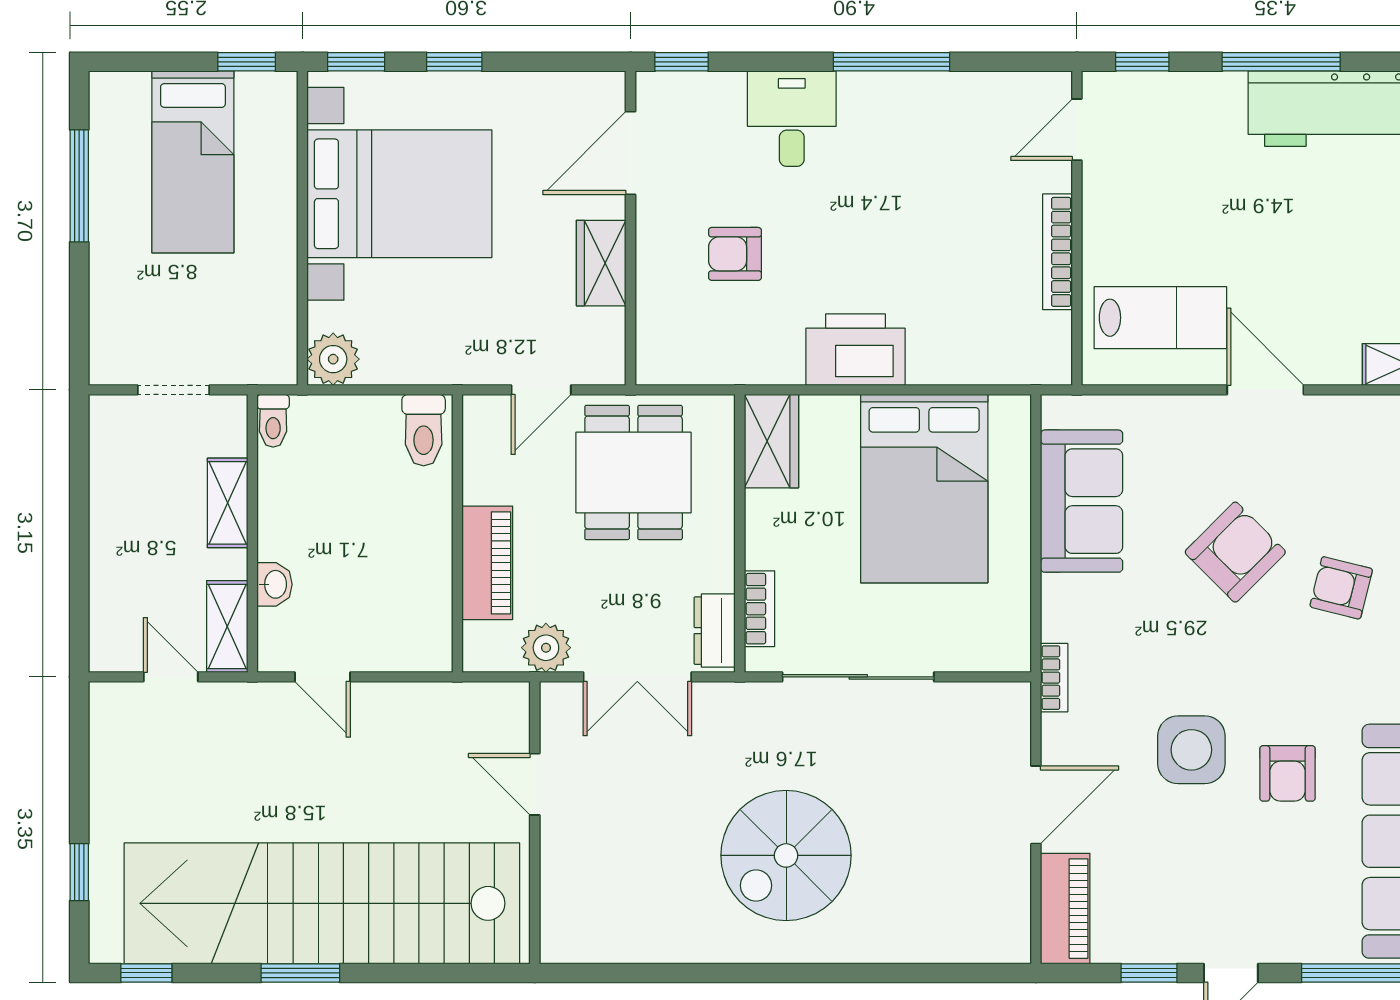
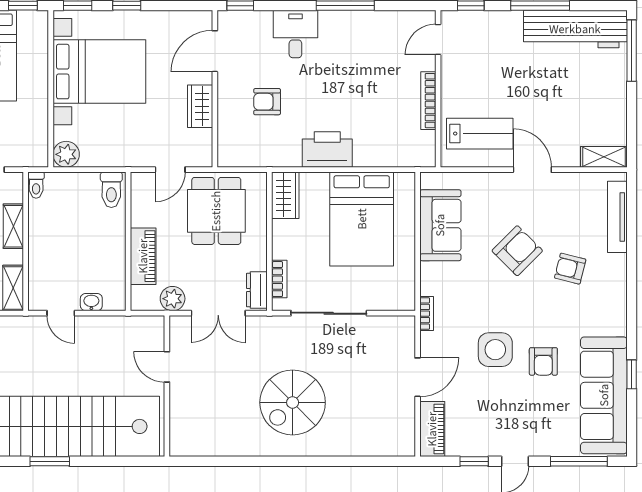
washbasin: (274, 584) -> (91, 302), moved, turned -90

